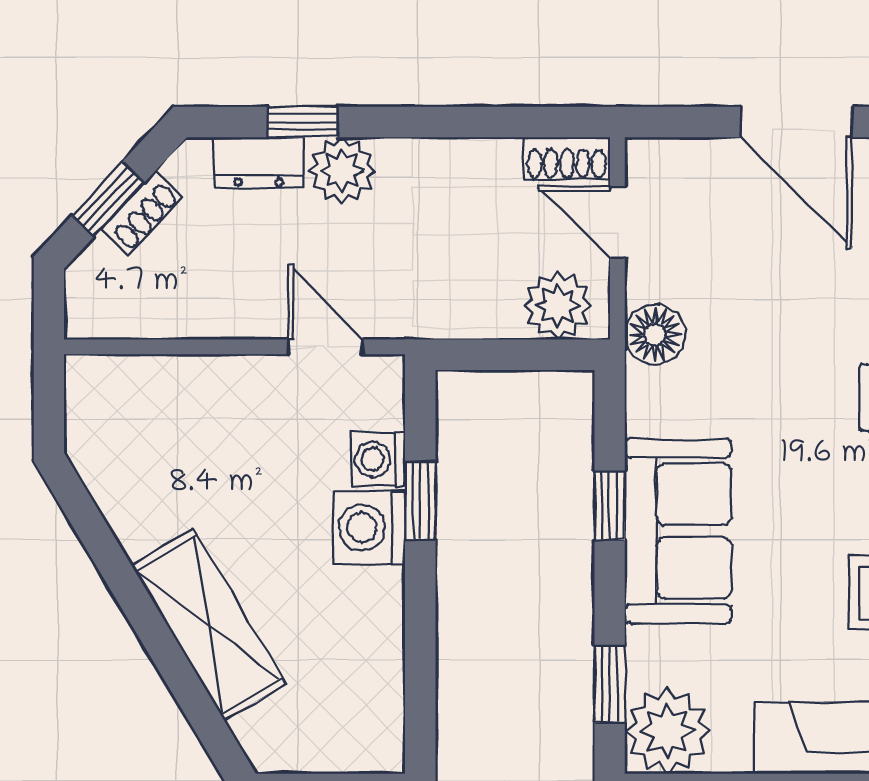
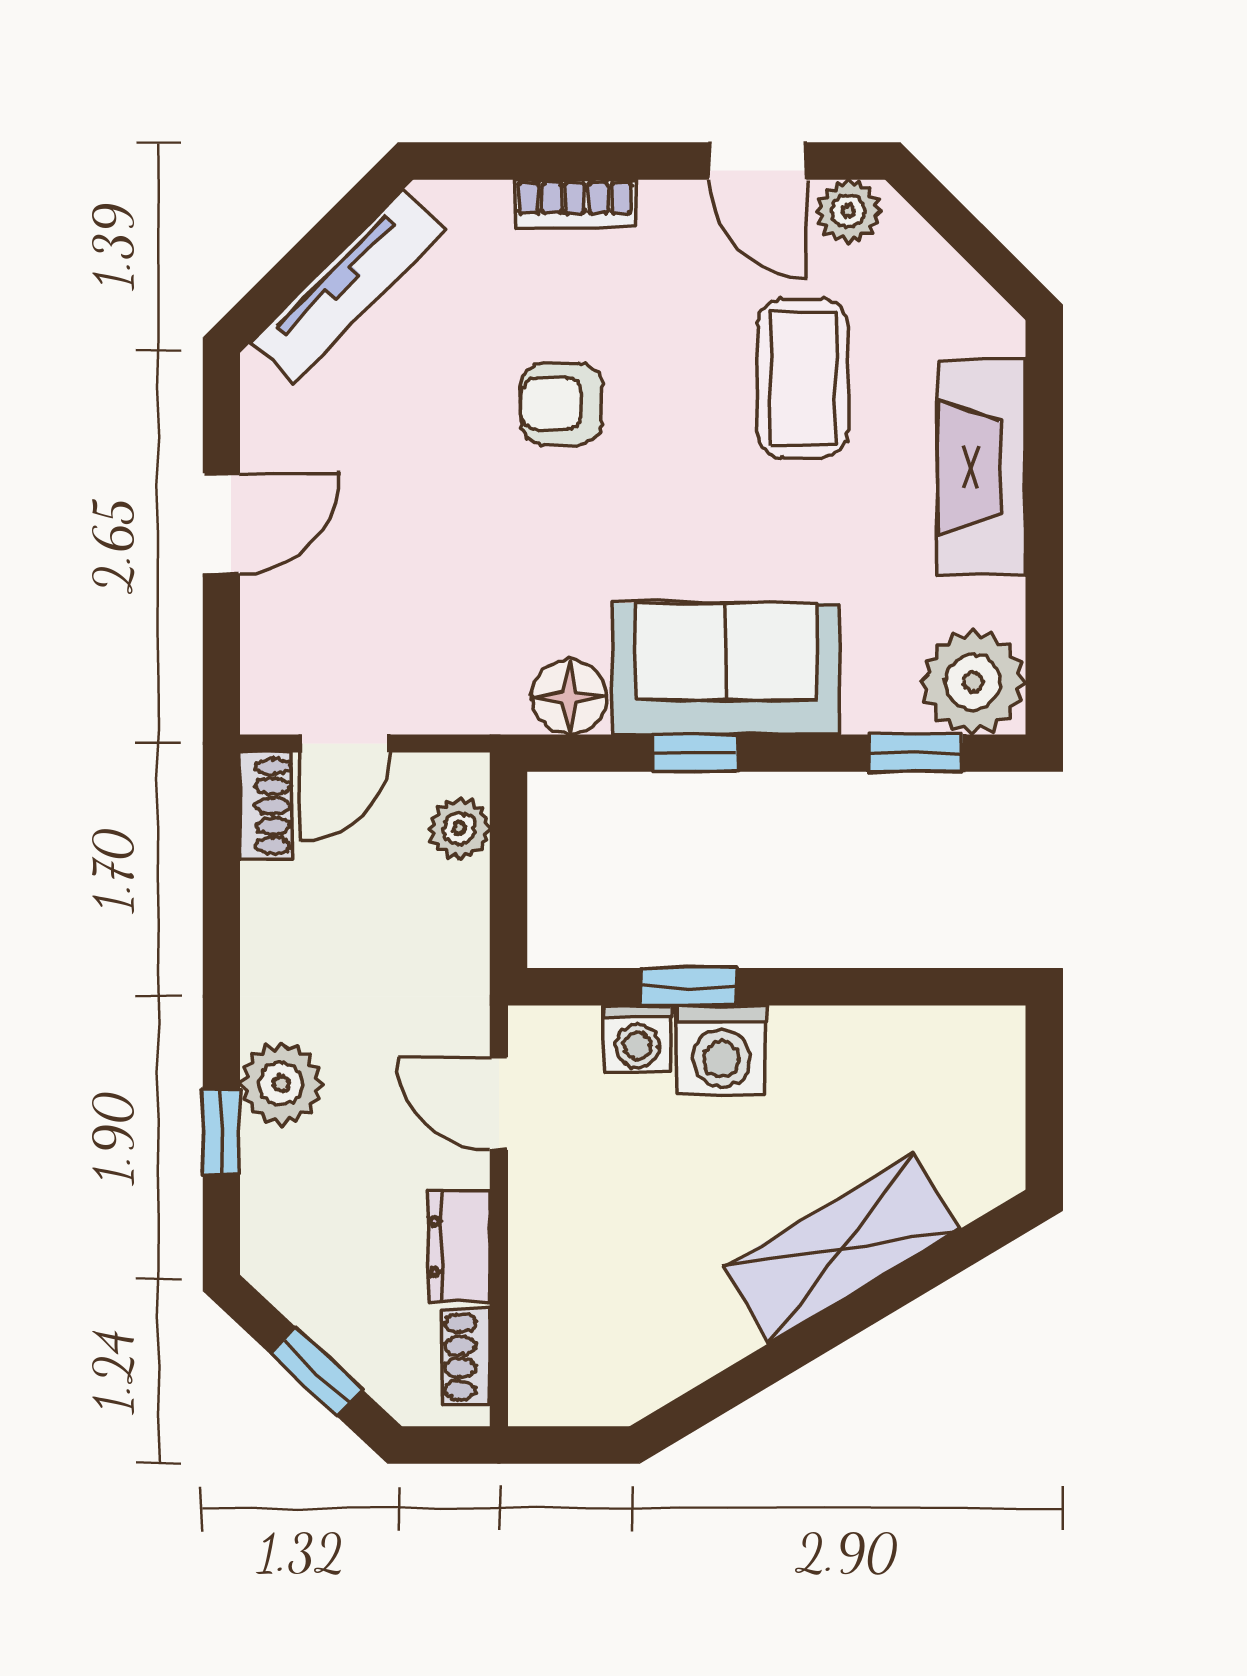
door: (796, 122) -> (221, 523), width x0.73
dresser: (259, 162) -> (459, 1247), moved, turned 180
shoe rack: (142, 213) -> (466, 1357), moved, turned -133
plant: (558, 306) -> (459, 829), width x0.73, depth x0.73
floor lamp: (655, 334) -> (569, 697), moved
door: (326, 347) -> (499, 1104), hinge flipped

